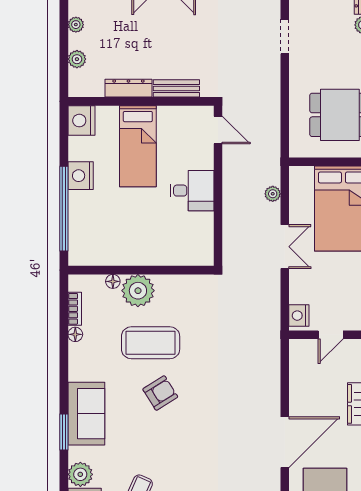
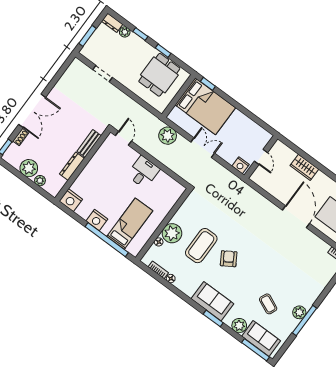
plant: (76, 25) -> (29, 168), width x1.88, depth x1.88
door: (218, 130) -> (124, 138), hinge flipped
bed: (138, 146) -> (130, 224), moved, turned -90
plant: (273, 194) -> (168, 136), width x1.87, depth x1.87

